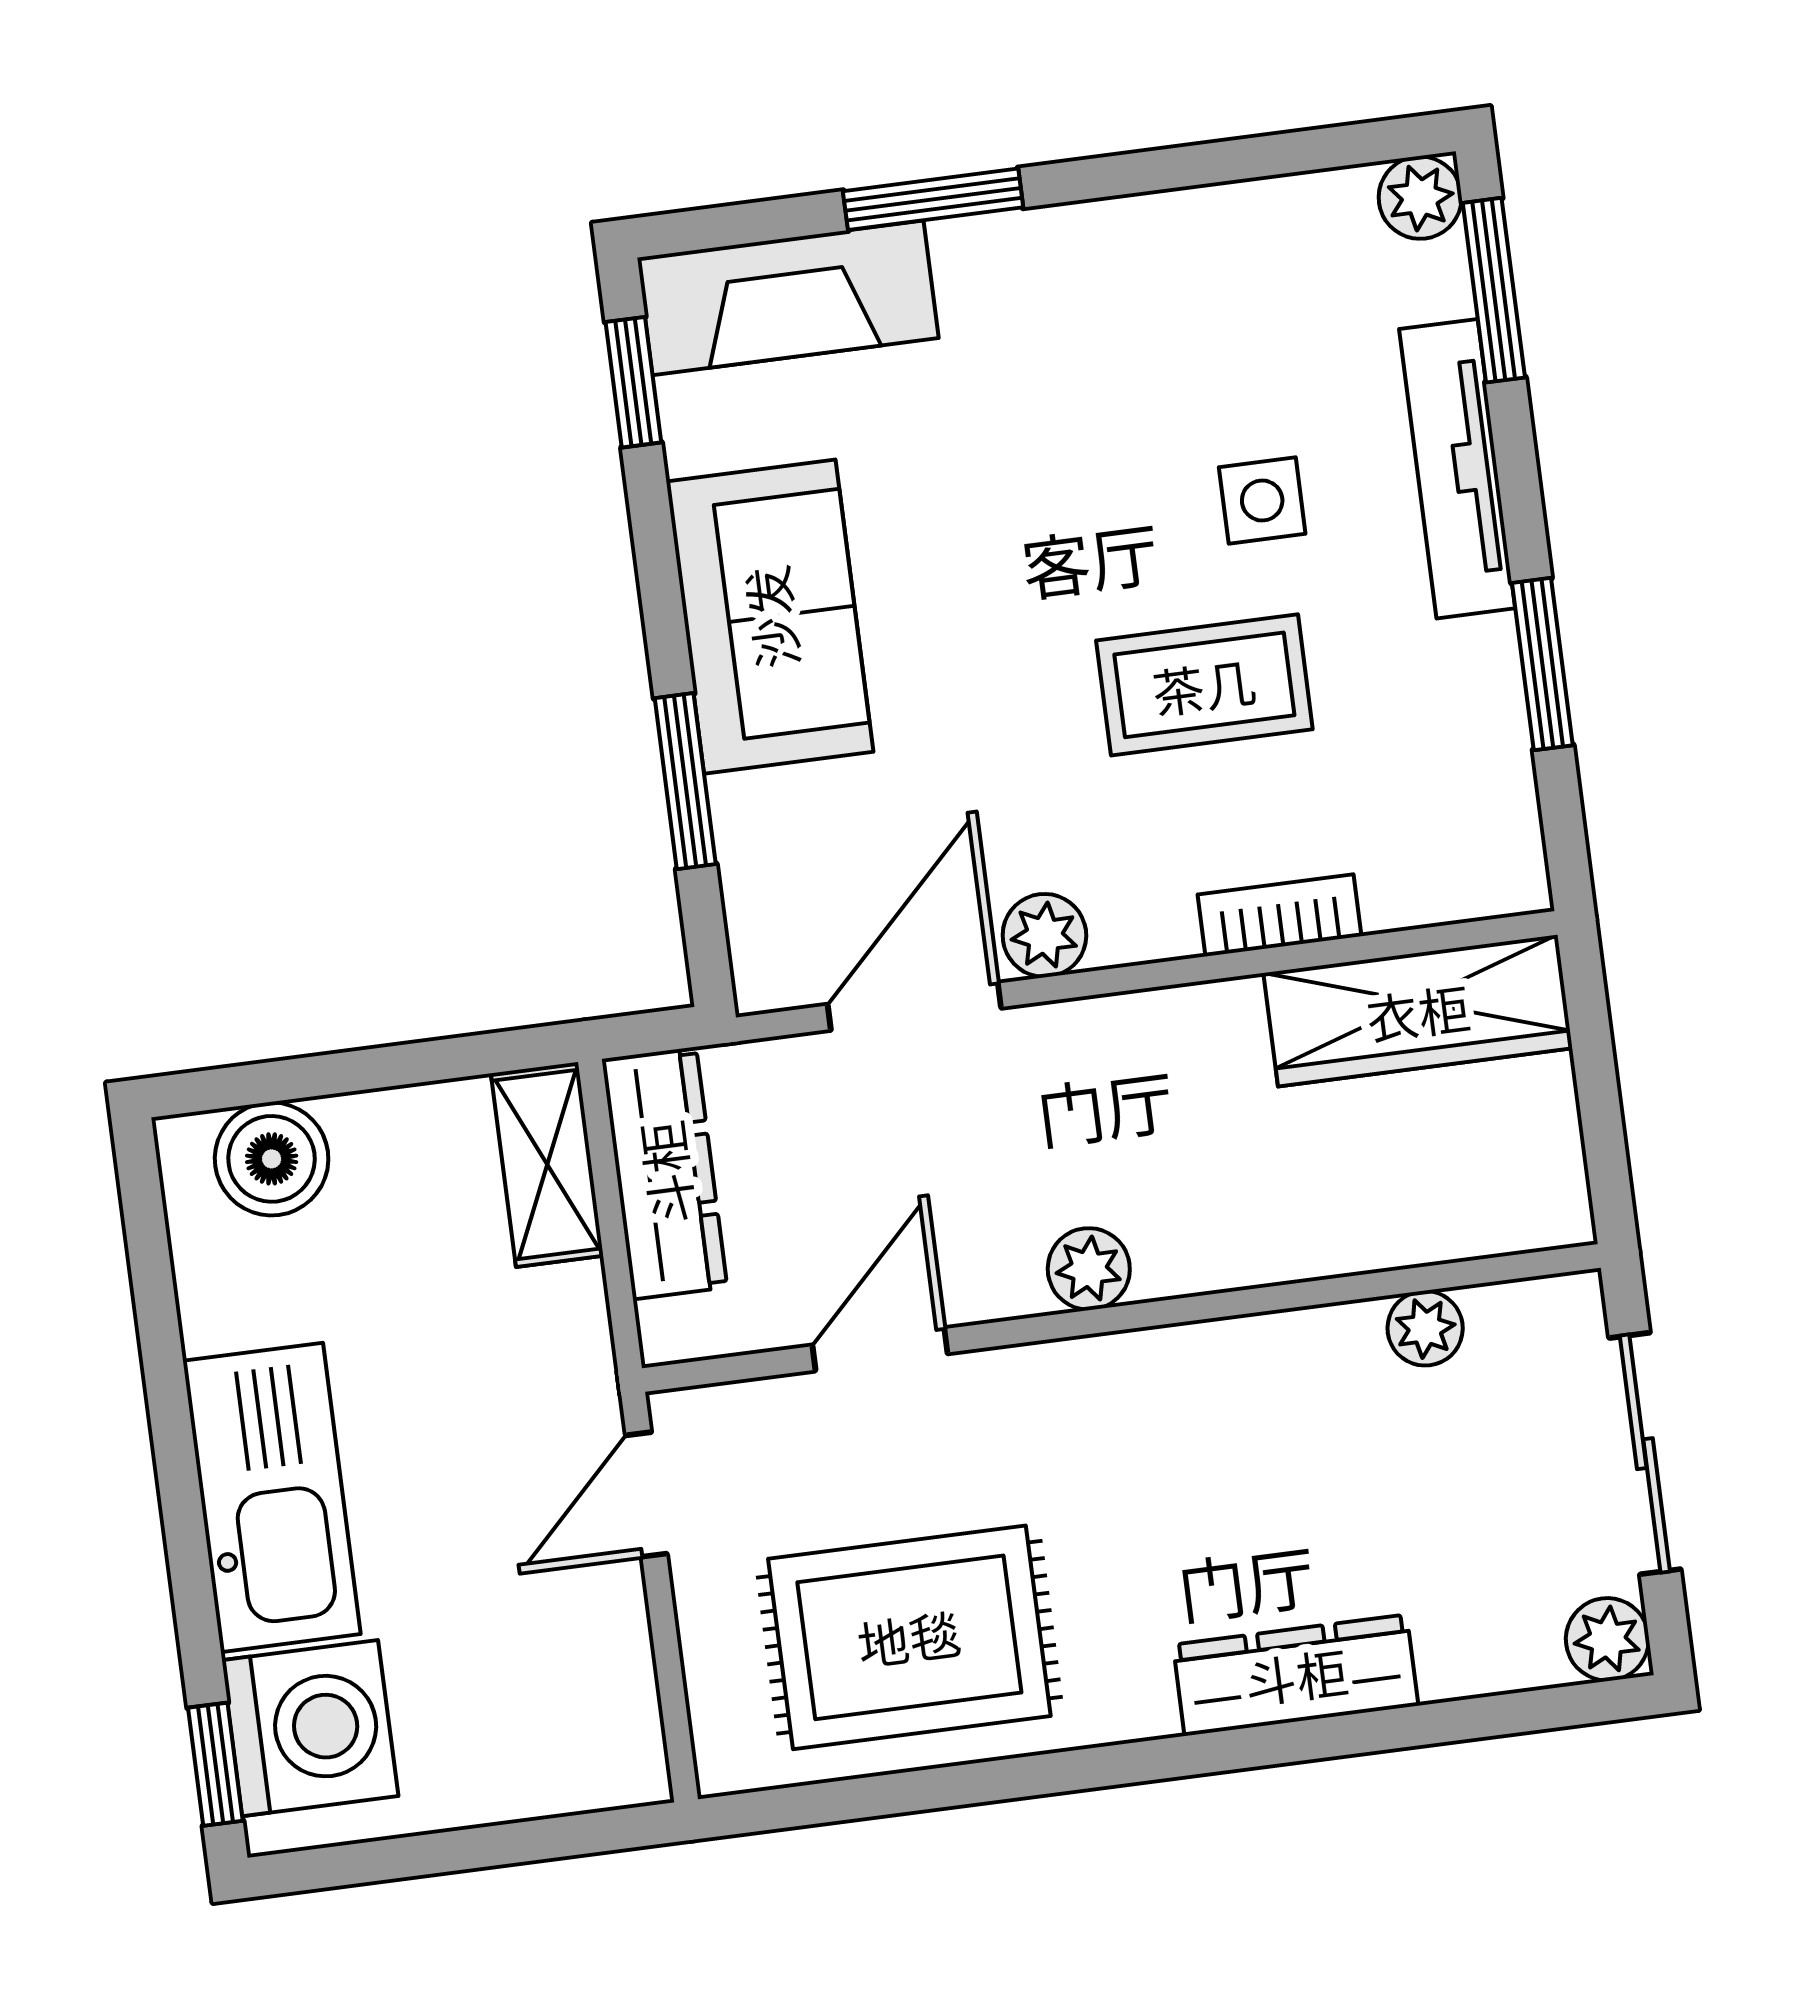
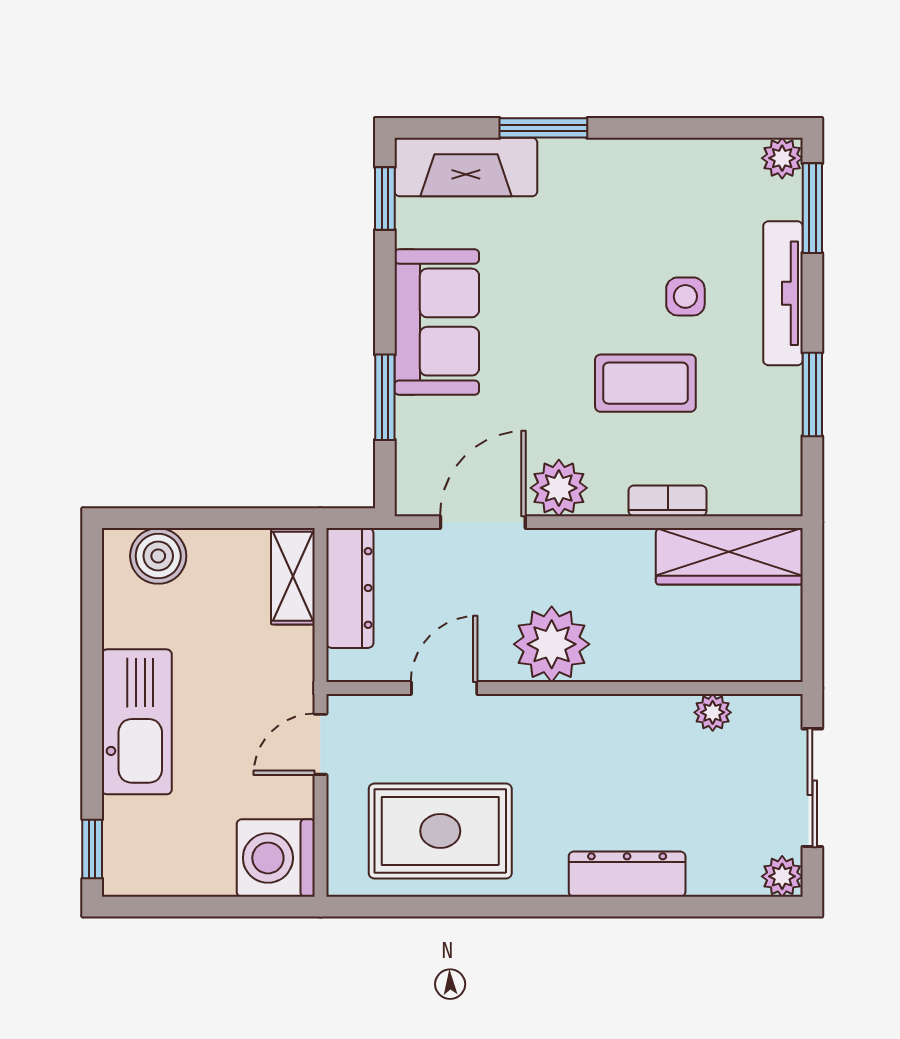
plant: (1044, 935) -> (559, 488), width x1.38, depth x1.38
plant: (1089, 1269) -> (552, 644), width x1.87, depth x1.87
washing machine: (310, 1728) -> (276, 858), moved, turned 180

